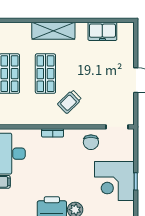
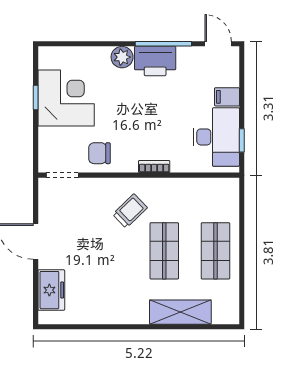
shelving: (53, 31) -> (180, 312), moved
freezer: (102, 31) -> (51, 290), moved, turned 90
chair: (91, 142) -> (100, 153), turned -90

